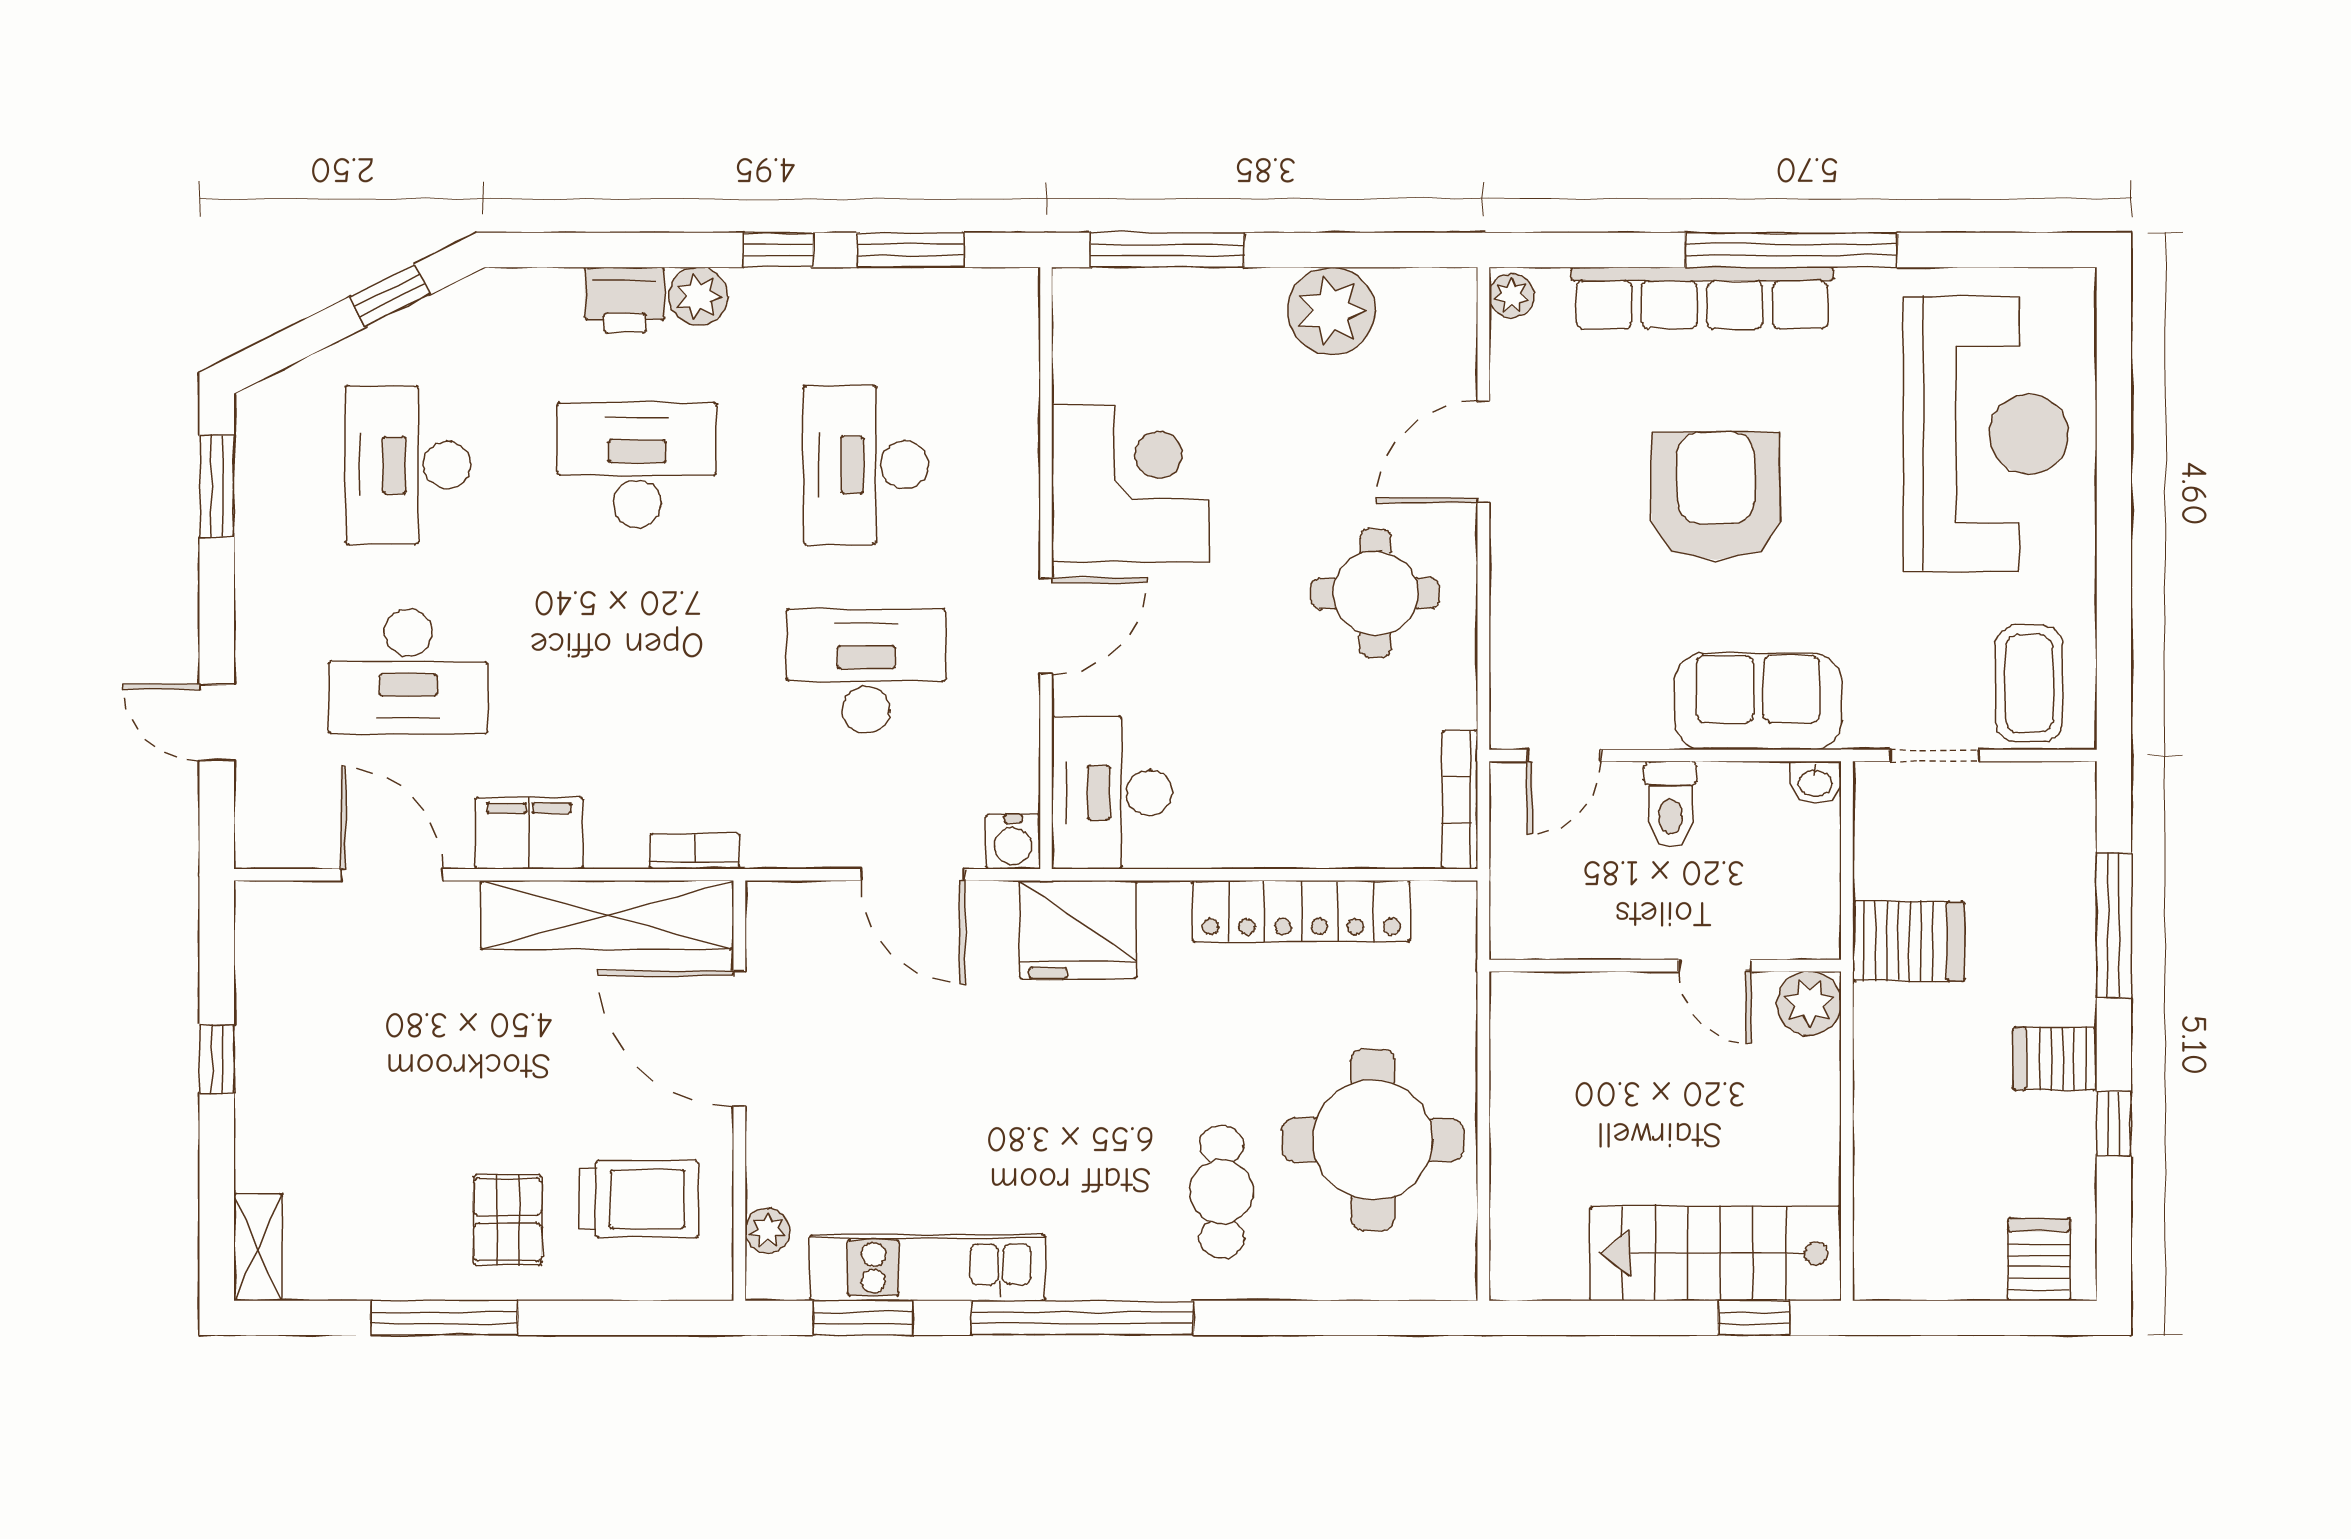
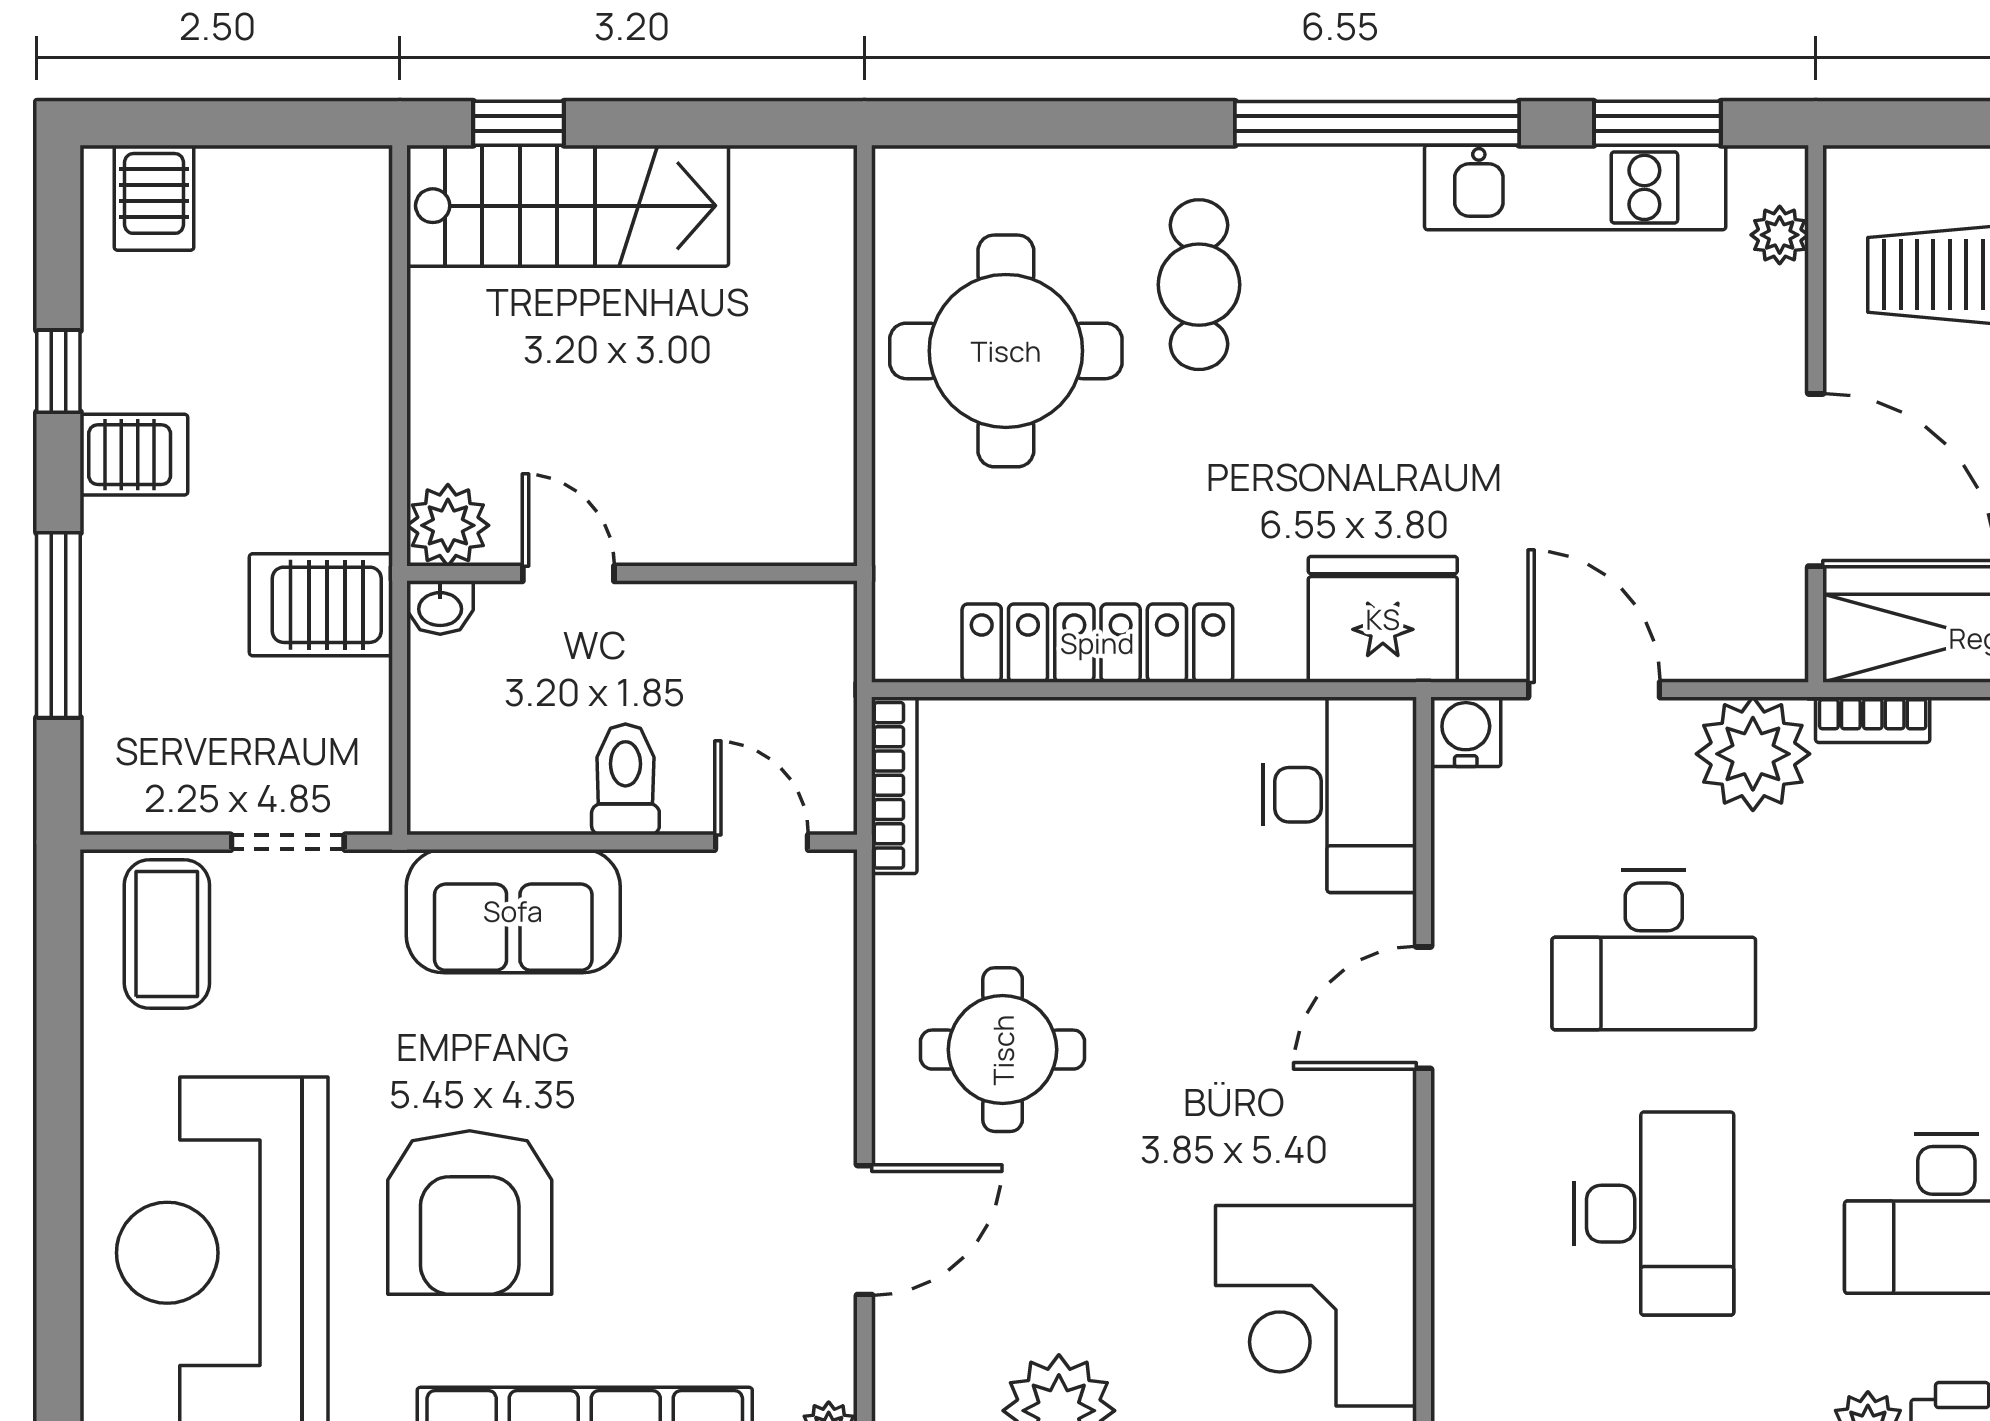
corner desk: (1130, 483) -> (1316, 1306), moved
armchair: (1716, 496) -> (470, 1213), moved
door: (1564, 755) -> (762, 842), hinge flipped
washbasin: (1815, 782) -> (440, 607), moved, turned 180
plant: (788, 825) -> (1753, 754), added

